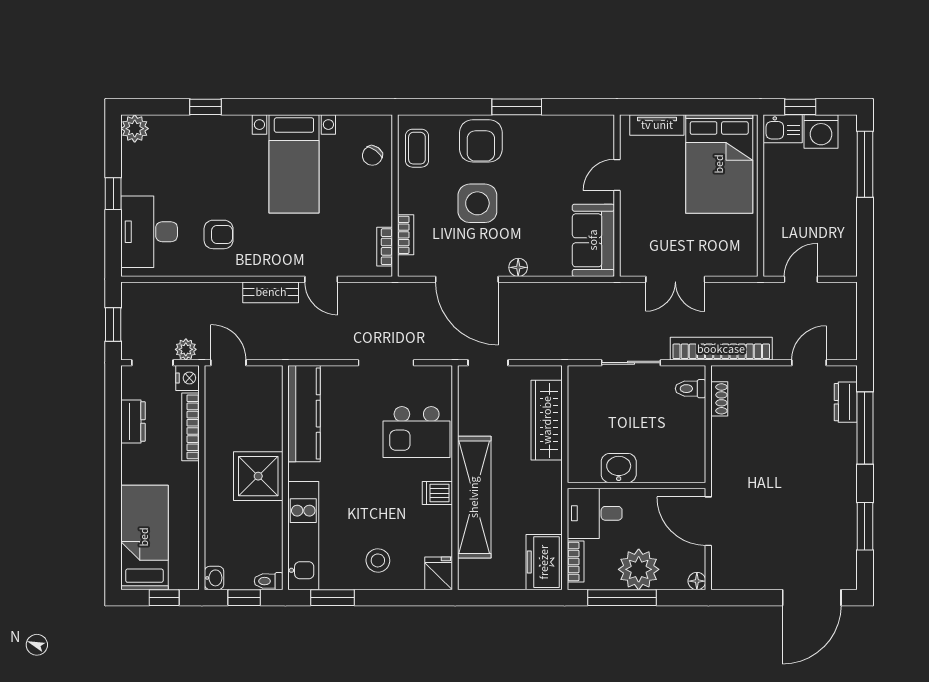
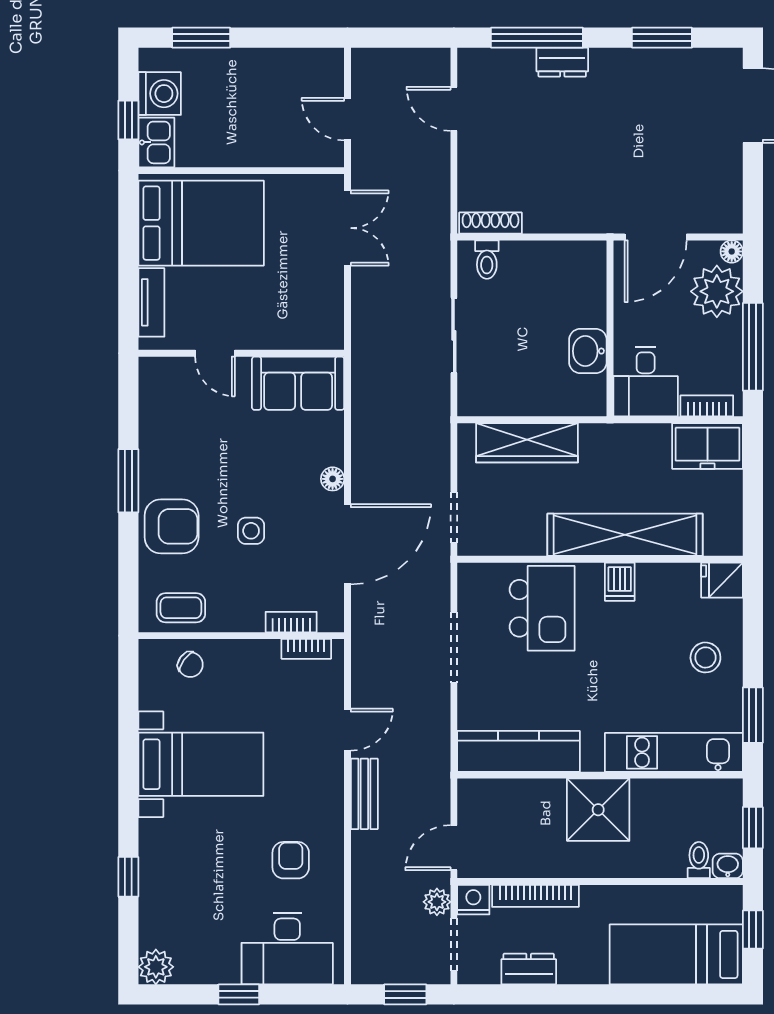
window: (865, 164) -> (201, 38), width x0.69
side table: (477, 203) -> (251, 531), width x0.54, depth x0.54
double door: (675, 279) -> (348, 228), moved
bookcase: (721, 349) -> (436, 220), removed
shoe rack: (719, 399) -> (491, 223), width x1.43
dresser: (846, 402) -> (562, 62), moved
plant: (639, 569) -> (717, 291), moved
toilet: (269, 581) -> (699, 860), moved, turned 180

